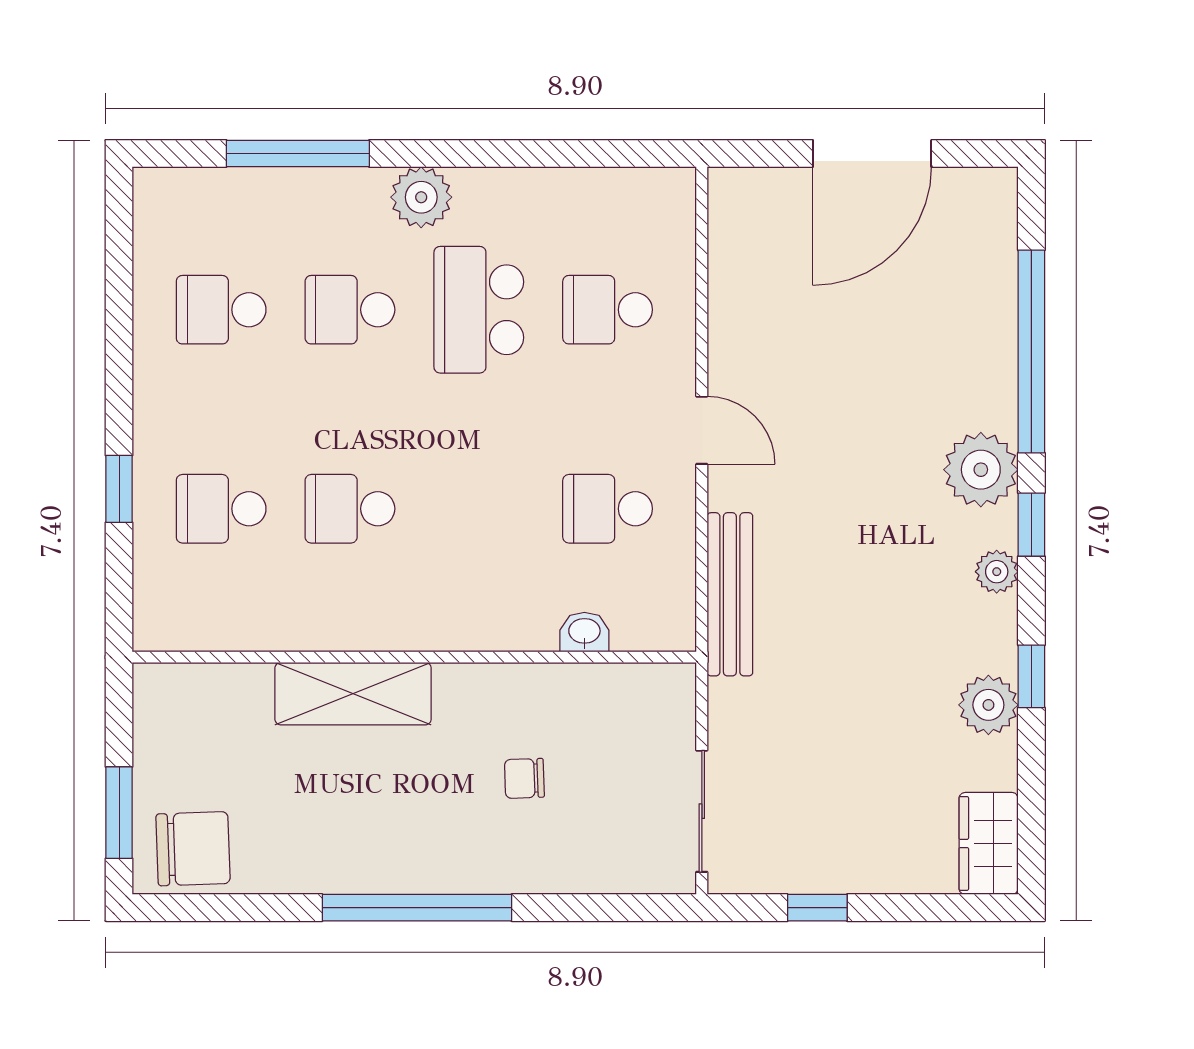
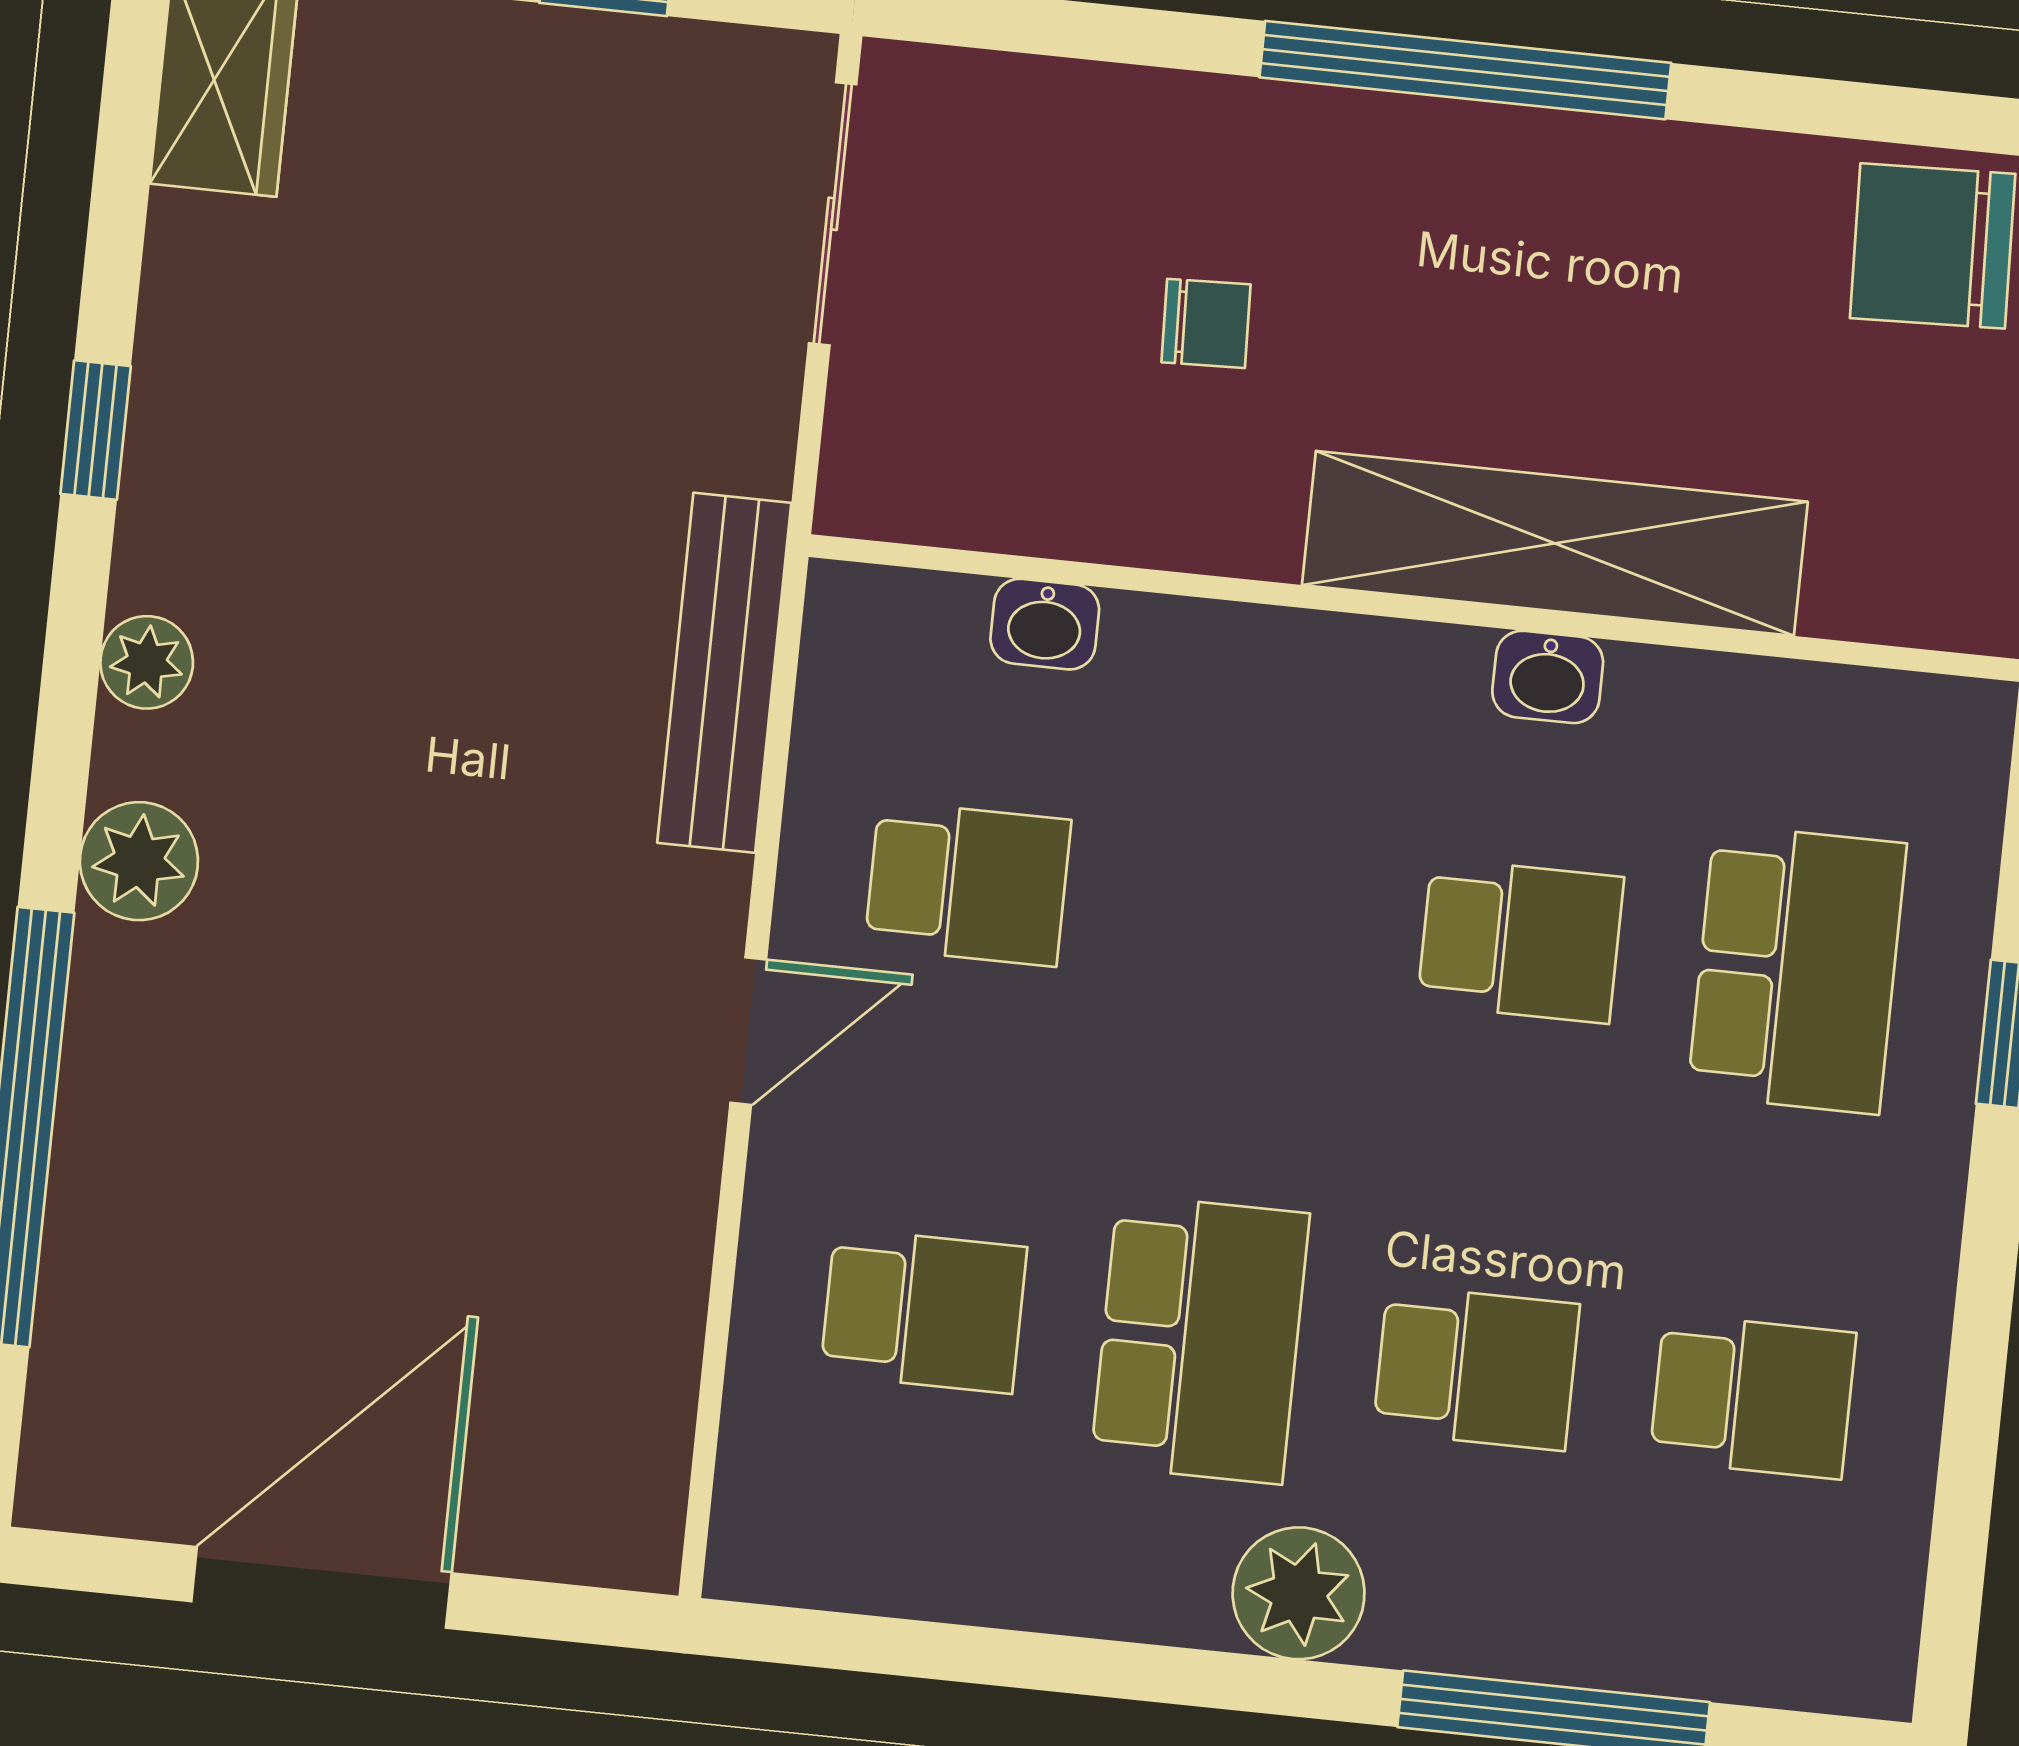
door: (702, 430) -> (748, 1031), swing flipped
plant: (981, 470) -> (139, 861), width x0.73, depth x0.73
school desk: (221, 509) -> (1797, 969), width x1.85
window: (1031, 525) -> (62, 756), removed
washbasin: (350, 632) -> (1548, 677), added
shelving: (353, 694) -> (1555, 543), width x1.47
plant: (988, 705) -> (194, 378), removed

